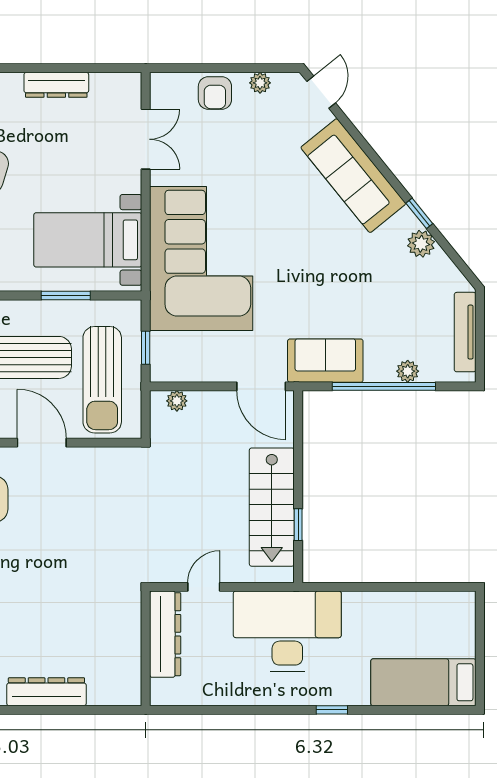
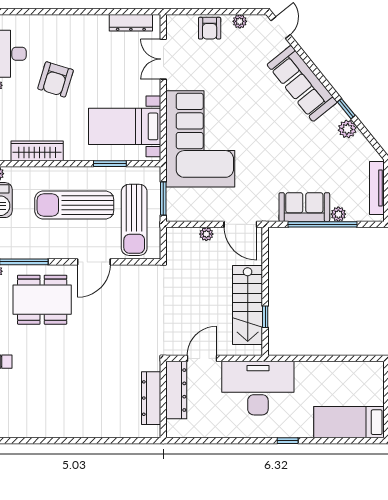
dresser: (56, 85) -> (131, 23), moved
double door: (146, 139) -> (163, 59), swing flipped
window: (146, 348) -> (163, 199), width x1.50
sofa: (325, 361) -> (304, 207), moved
plant: (177, 401) -> (206, 234), moved
door: (42, 443) -> (94, 262), swing flipped
door: (204, 587) -> (202, 358), width x1.37
dresser: (46, 692) -> (151, 398), moved, turned -90

